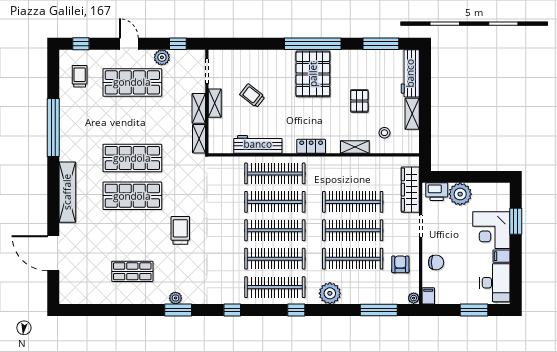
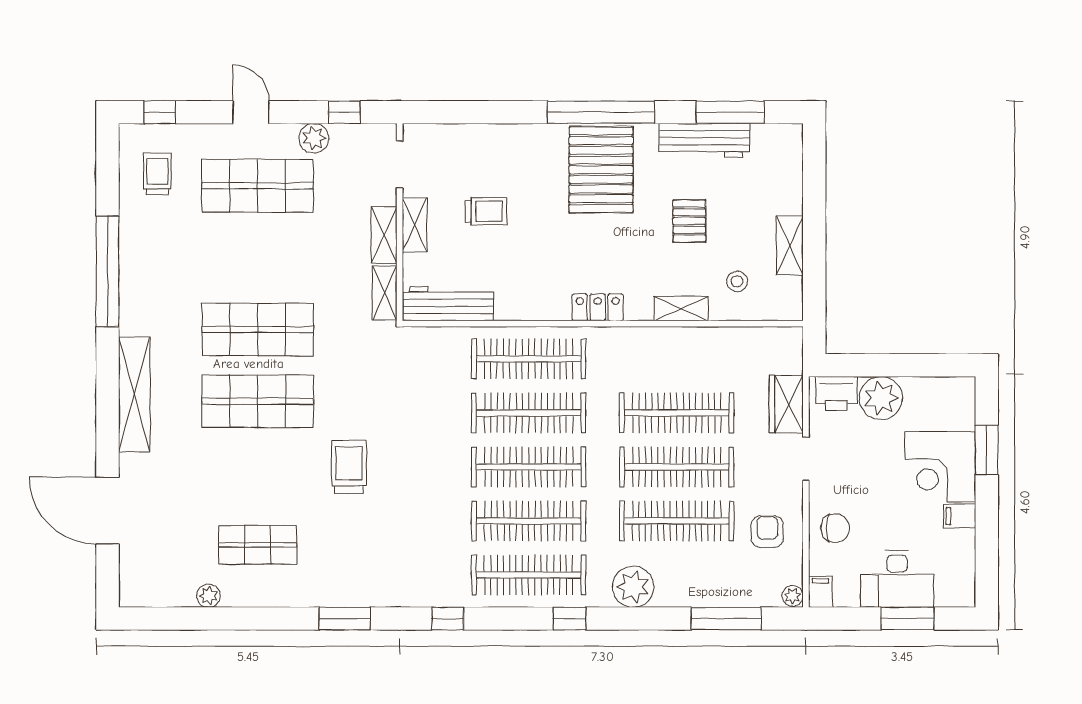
workbench: (410, 73) -> (705, 140), moved, turned -90
trolley: (252, 96) -> (486, 211), turned 142
workbench: (258, 144) -> (448, 304), moved
wardrobe: (410, 190) -> (786, 404), width x0.67
desk: (495, 283) -> (897, 579), moved, turned 90
plant: (176, 298) -> (209, 596), moved

